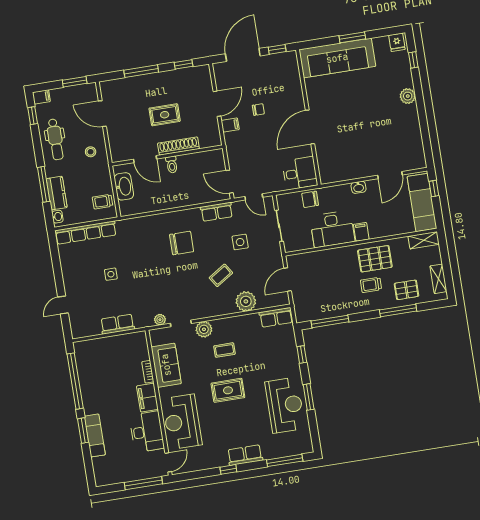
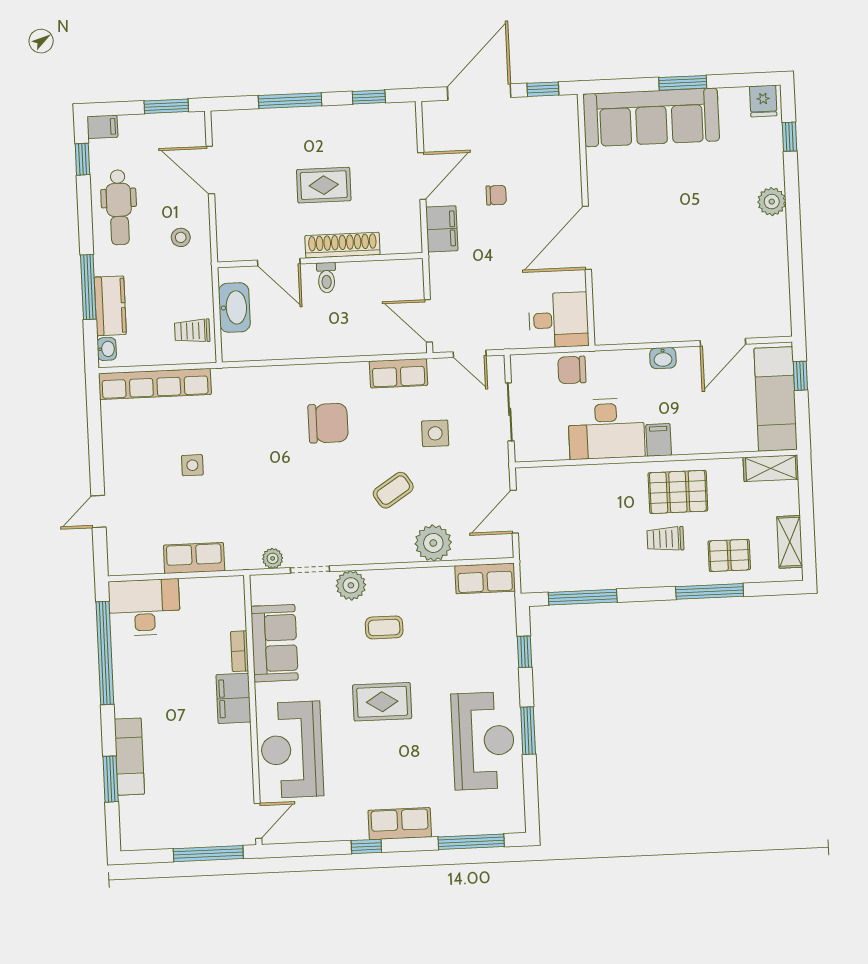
filing cabinet: (230, 125) -> (442, 229), width x2.00
window: (83, 431) -> (111, 779), moved
desk: (147, 432) -> (144, 607), moved, turned -90

